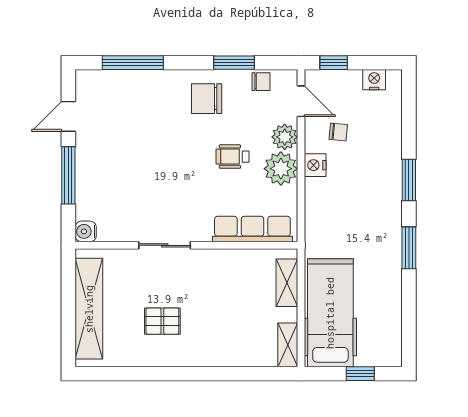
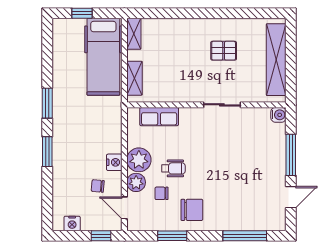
chair: (261, 82) -> (162, 193), moved
row of seats: (252, 229) -> (159, 117), width x0.68

